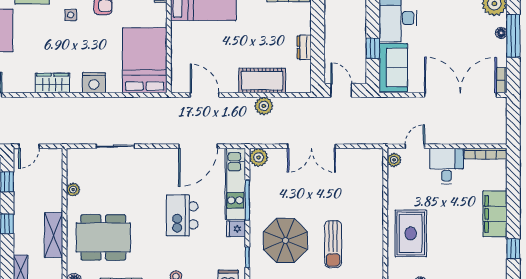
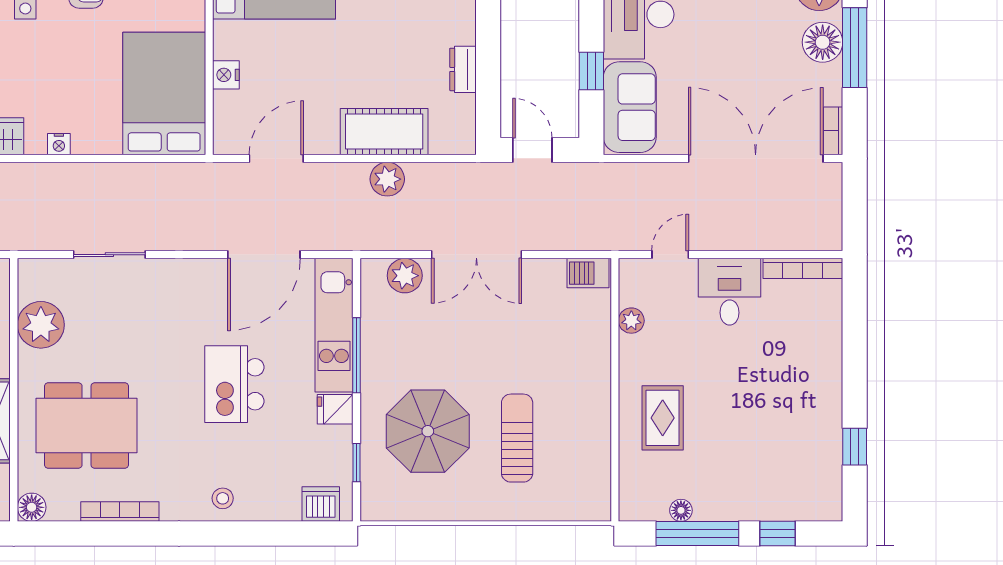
floor lamp: (501, 33) -> (823, 42), width x1.89, depth x1.89
nightstand: (178, 50) -> (226, 75), added
nightstand: (94, 83) -> (59, 144), width x0.53, depth x0.56
door: (205, 95) -> (276, 158), hinge flipped
barbecue: (371, 156) -> (588, 273), added
plant: (259, 157) -> (405, 276), moved
plant: (394, 160) -> (631, 321), moved
plant: (73, 190) -> (41, 325), width x1.87, depth x1.87
filing cabinet: (495, 214) -> (820, 381), removed
rug: (411, 233) -> (663, 418), width x0.73, depth x0.70
sun lounger: (333, 244) -> (517, 438), turned 180

